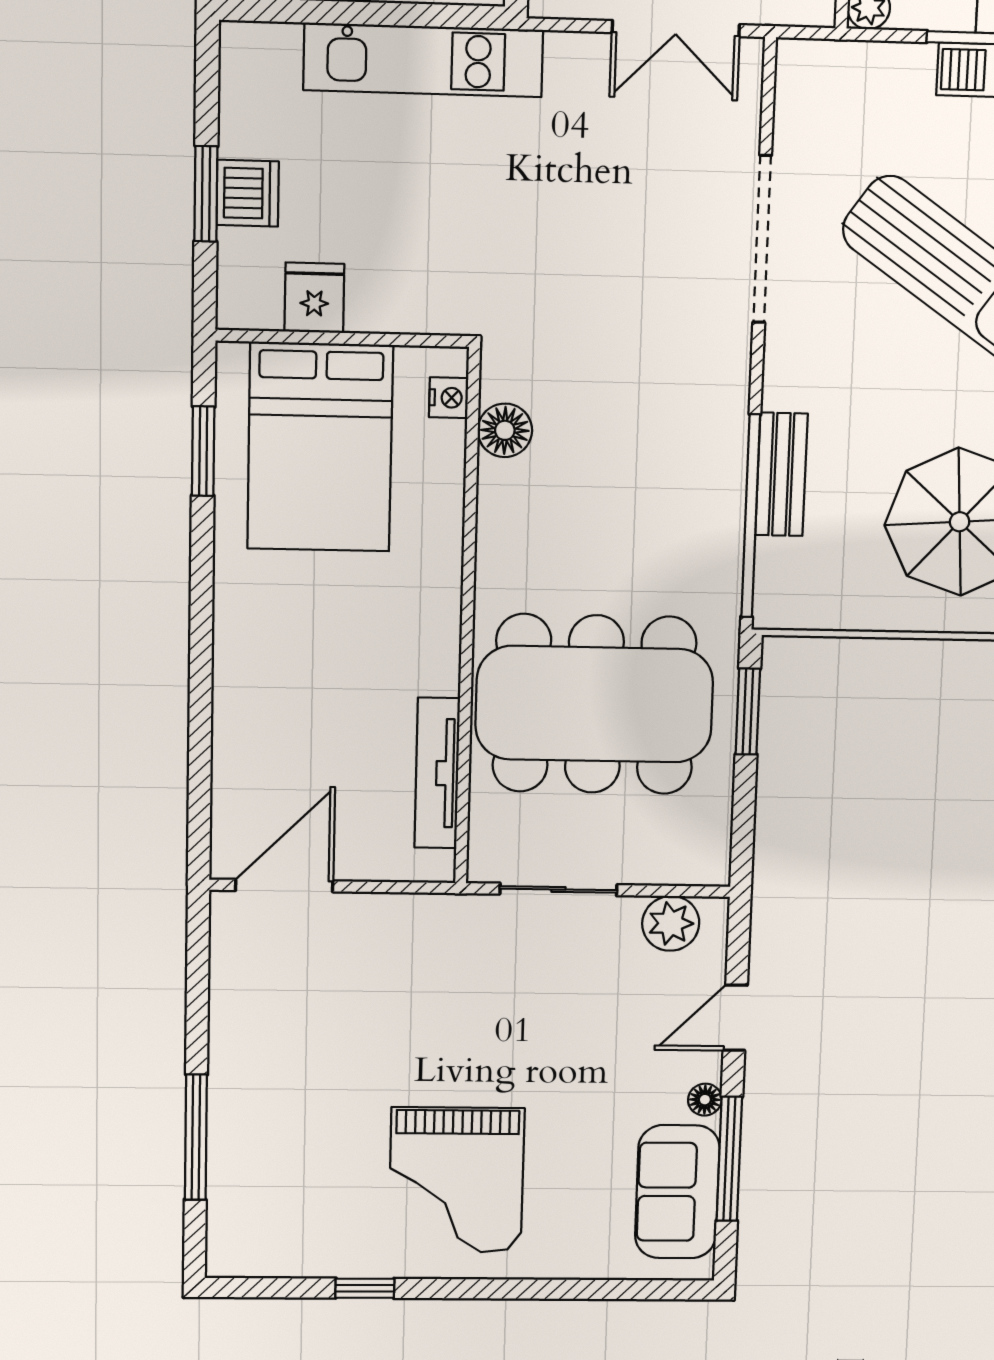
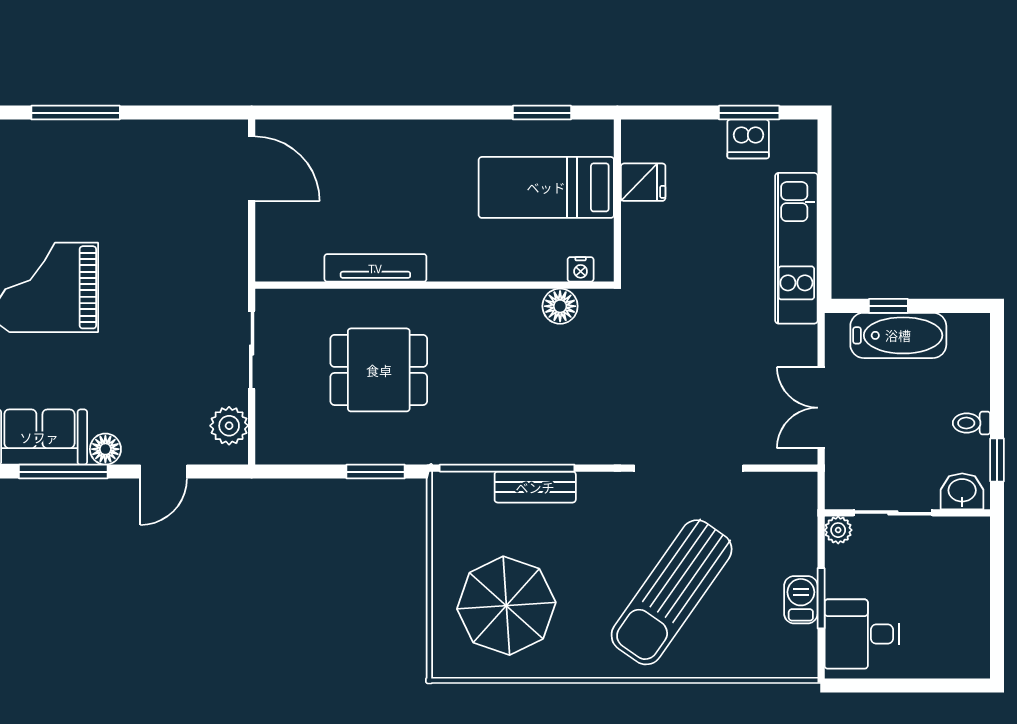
dishwasher: (248, 193) -> (748, 139), moved
window: (206, 194) -> (749, 113), moved
bed: (320, 447) -> (546, 187), width x0.67
dining table: (594, 704) -> (379, 370), width x0.53, depth x0.80
tv unit: (437, 773) -> (375, 268), moved
door: (735, 1018) -> (164, 472), swing flipped
floor lamp: (705, 1100) -> (105, 449), width x1.37, depth x1.37

